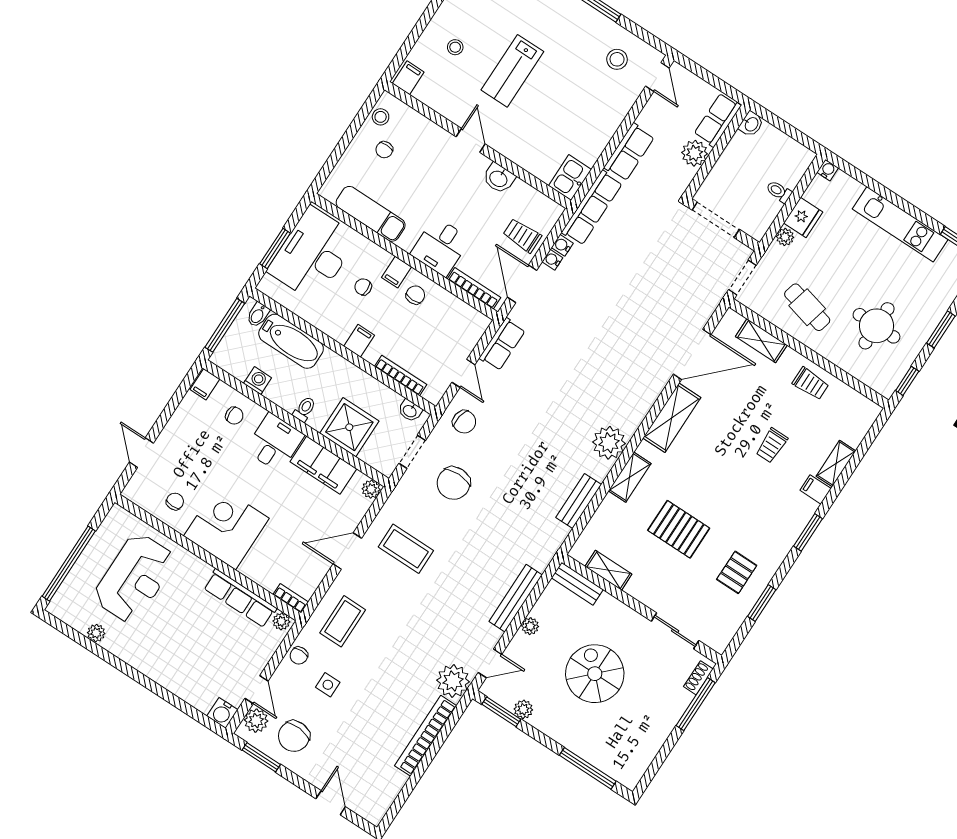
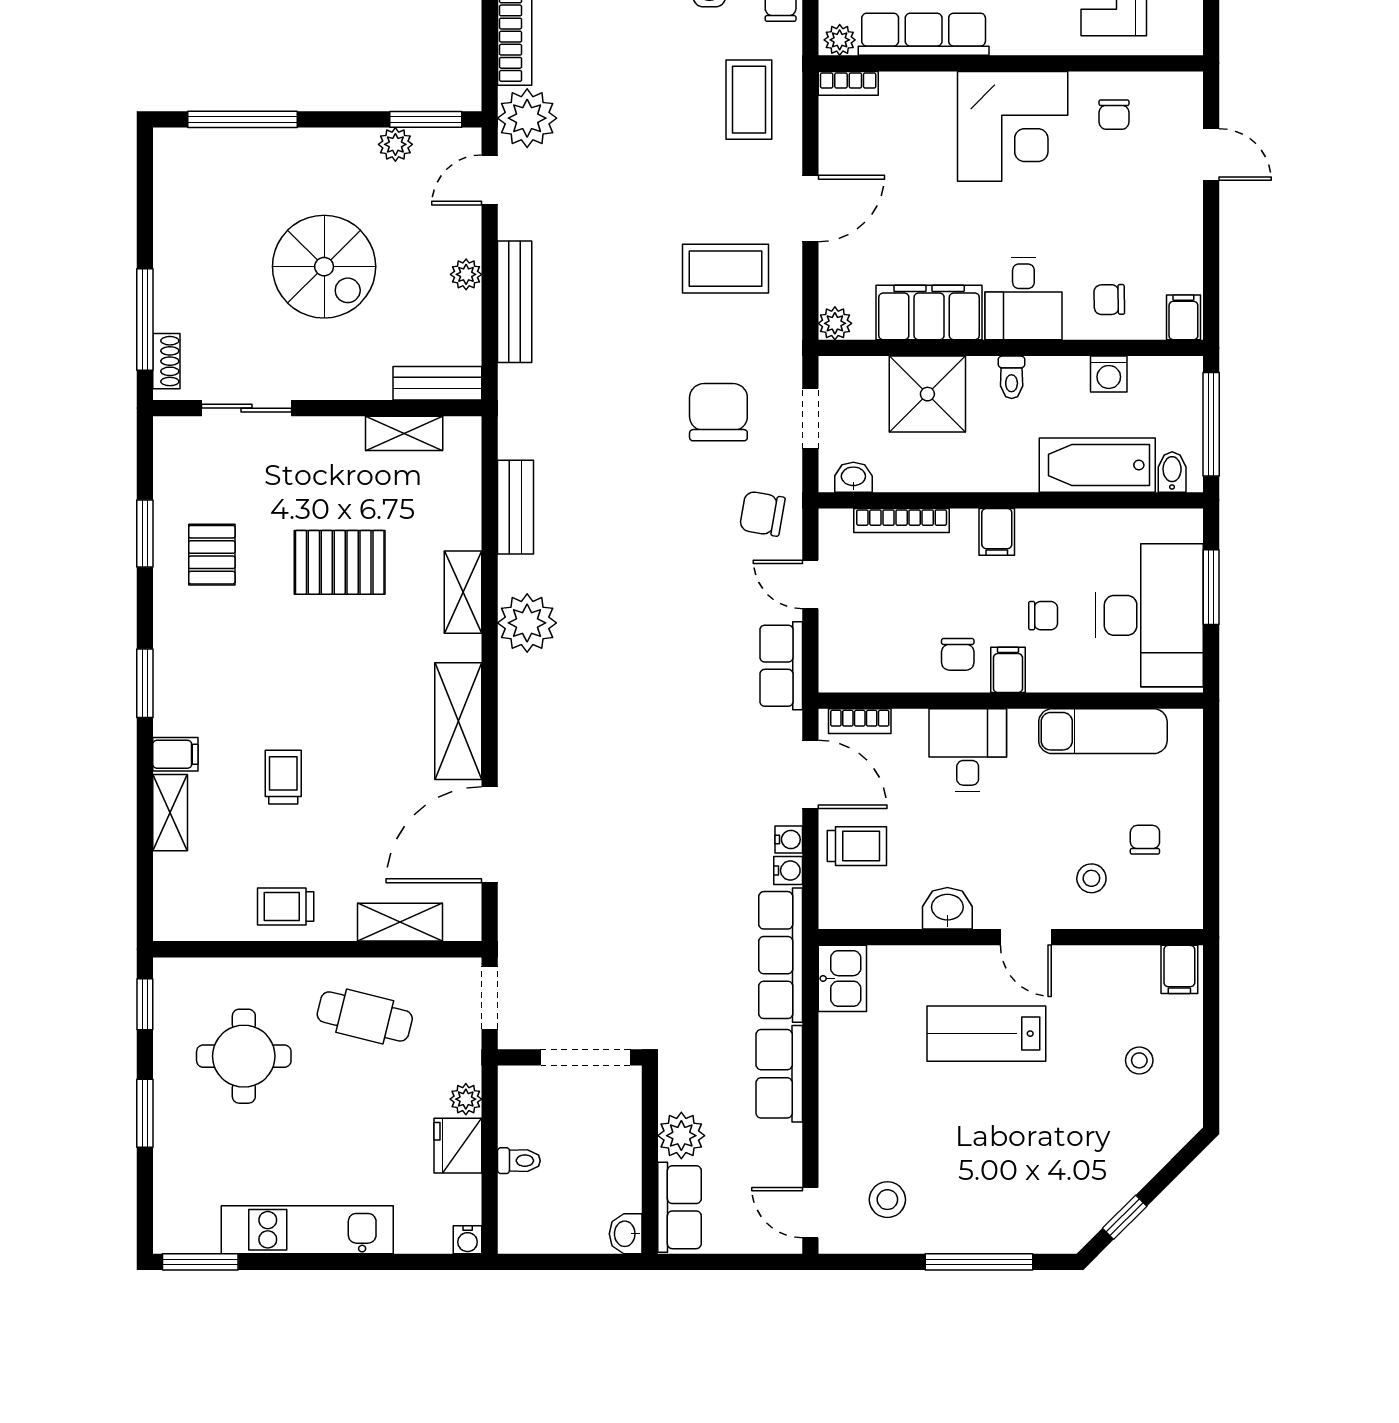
lab bench: (512, 71) -> (986, 1034), moved, turned -90
stool: (381, 117) -> (1091, 878), moved
bookcase: (474, 288) -> (860, 721), width x0.64

